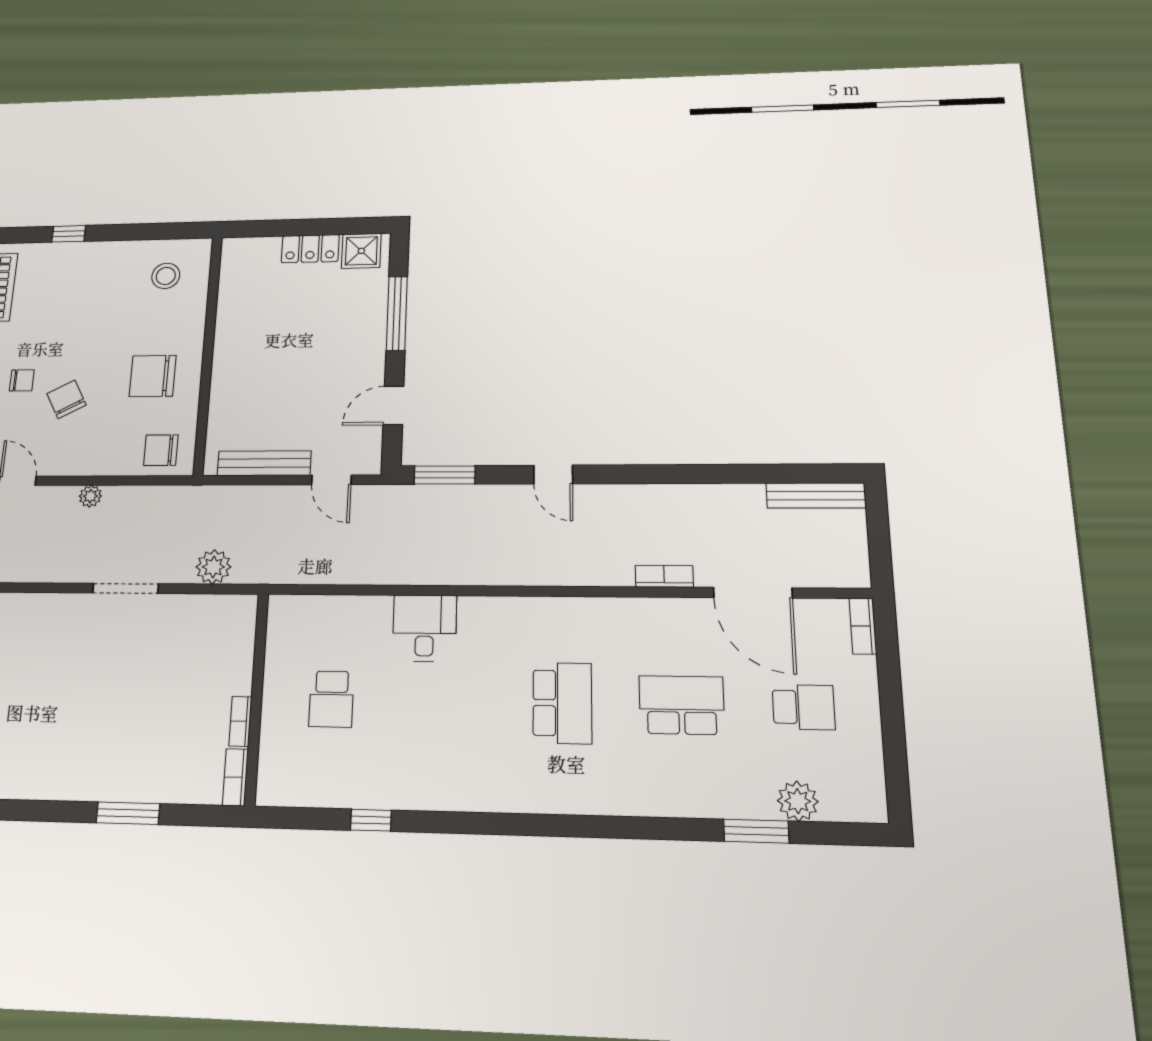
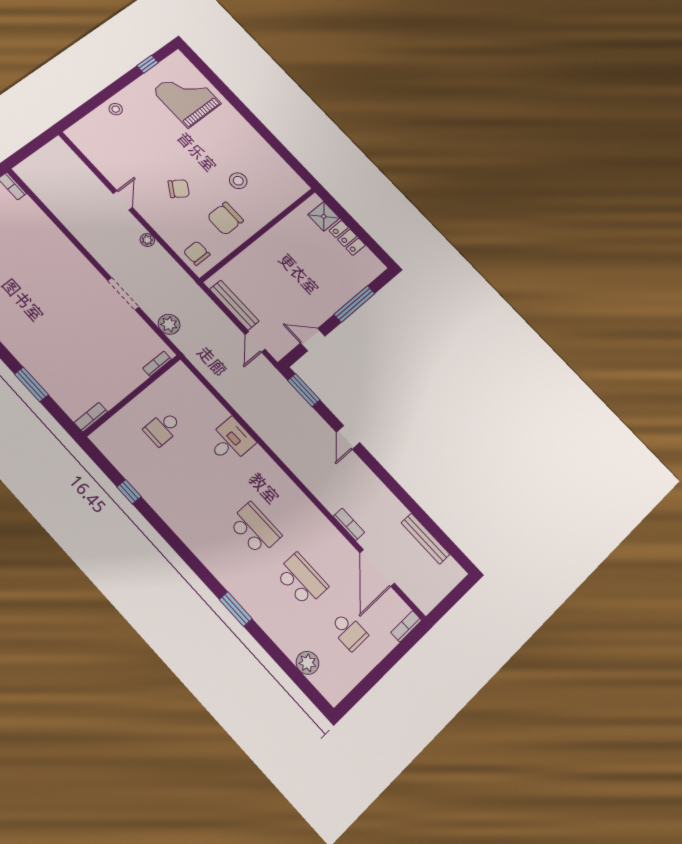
window: (69, 234) -> (252, 119), removed
shower: (361, 251) -> (324, 216), moved
stool: (166, 276) -> (238, 181), moved
chair: (153, 376) -> (225, 219), turned -90
chair: (22, 380) -> (168, 160), removed
chair: (66, 399) -> (179, 189), turned 62
bench: (816, 495) -> (425, 539), moved
school desk: (562, 703) -> (255, 529), turned -90
bookcase: (240, 721) -> (157, 364), moved
window: (756, 831) -> (236, 609), moved

